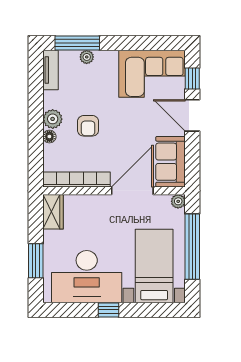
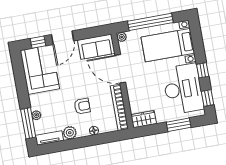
plant: (53, 119) -> (70, 133), moved
window: (67, 310) -> (208, 98), added

